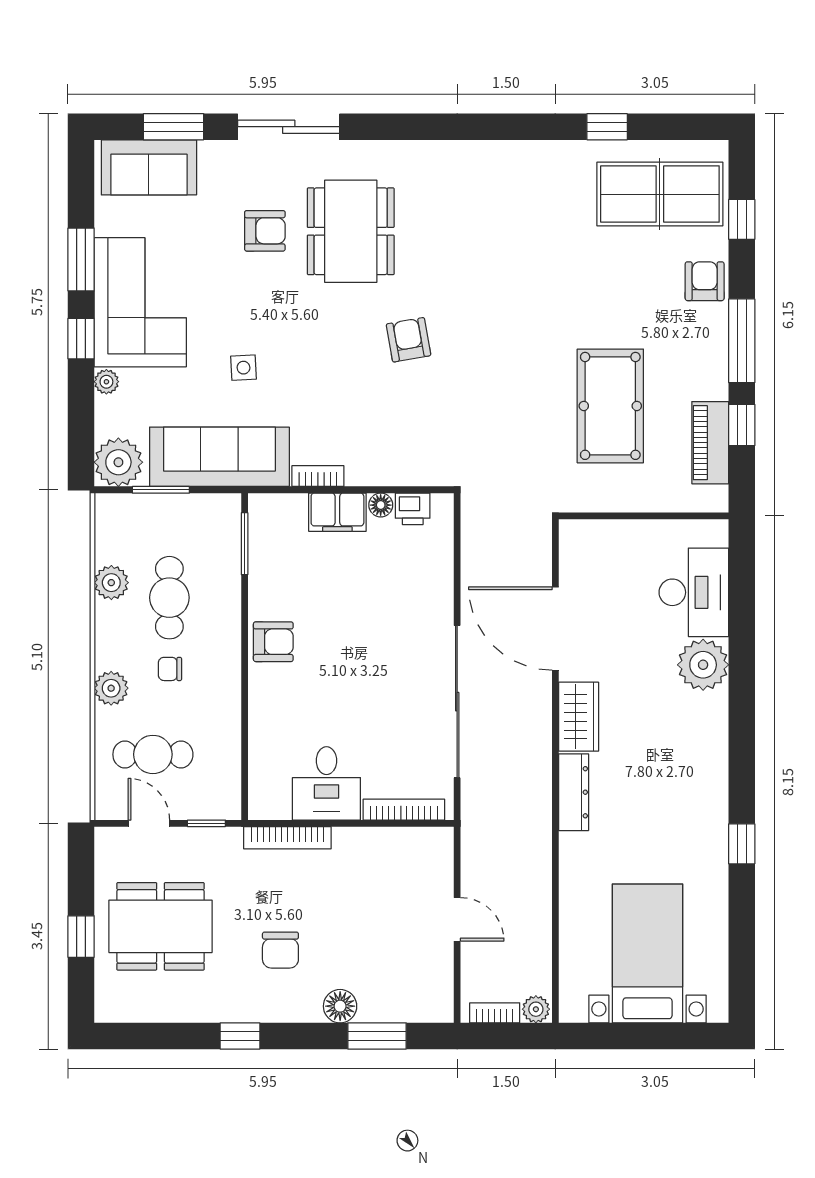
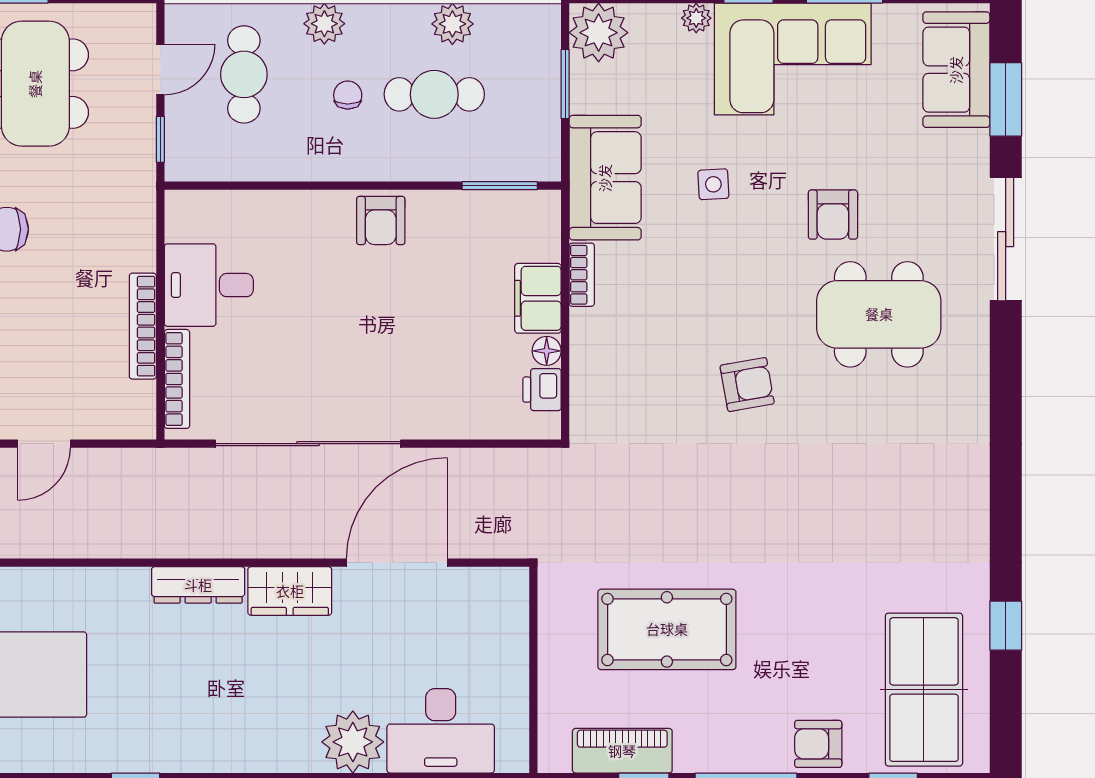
armchair: (265, 231) -> (833, 215), moved
armchair: (705, 281) -> (818, 744), turned 180
sofa: (219, 457) -> (605, 178), width x0.73
bookcase: (287, 838) -> (143, 326), moved

